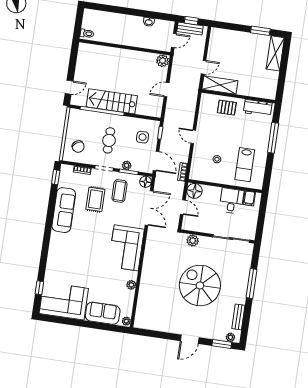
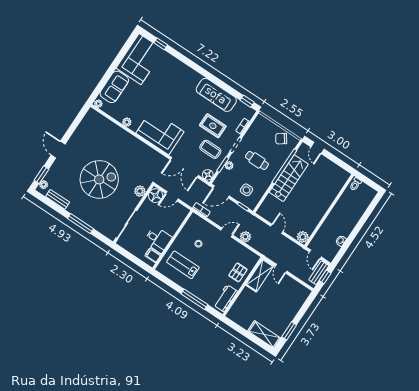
plant: (189, 117) -> (245, 237), added
chair: (78, 147) -> (281, 139), moved
floor lamp: (194, 191) -> (156, 196), moved

